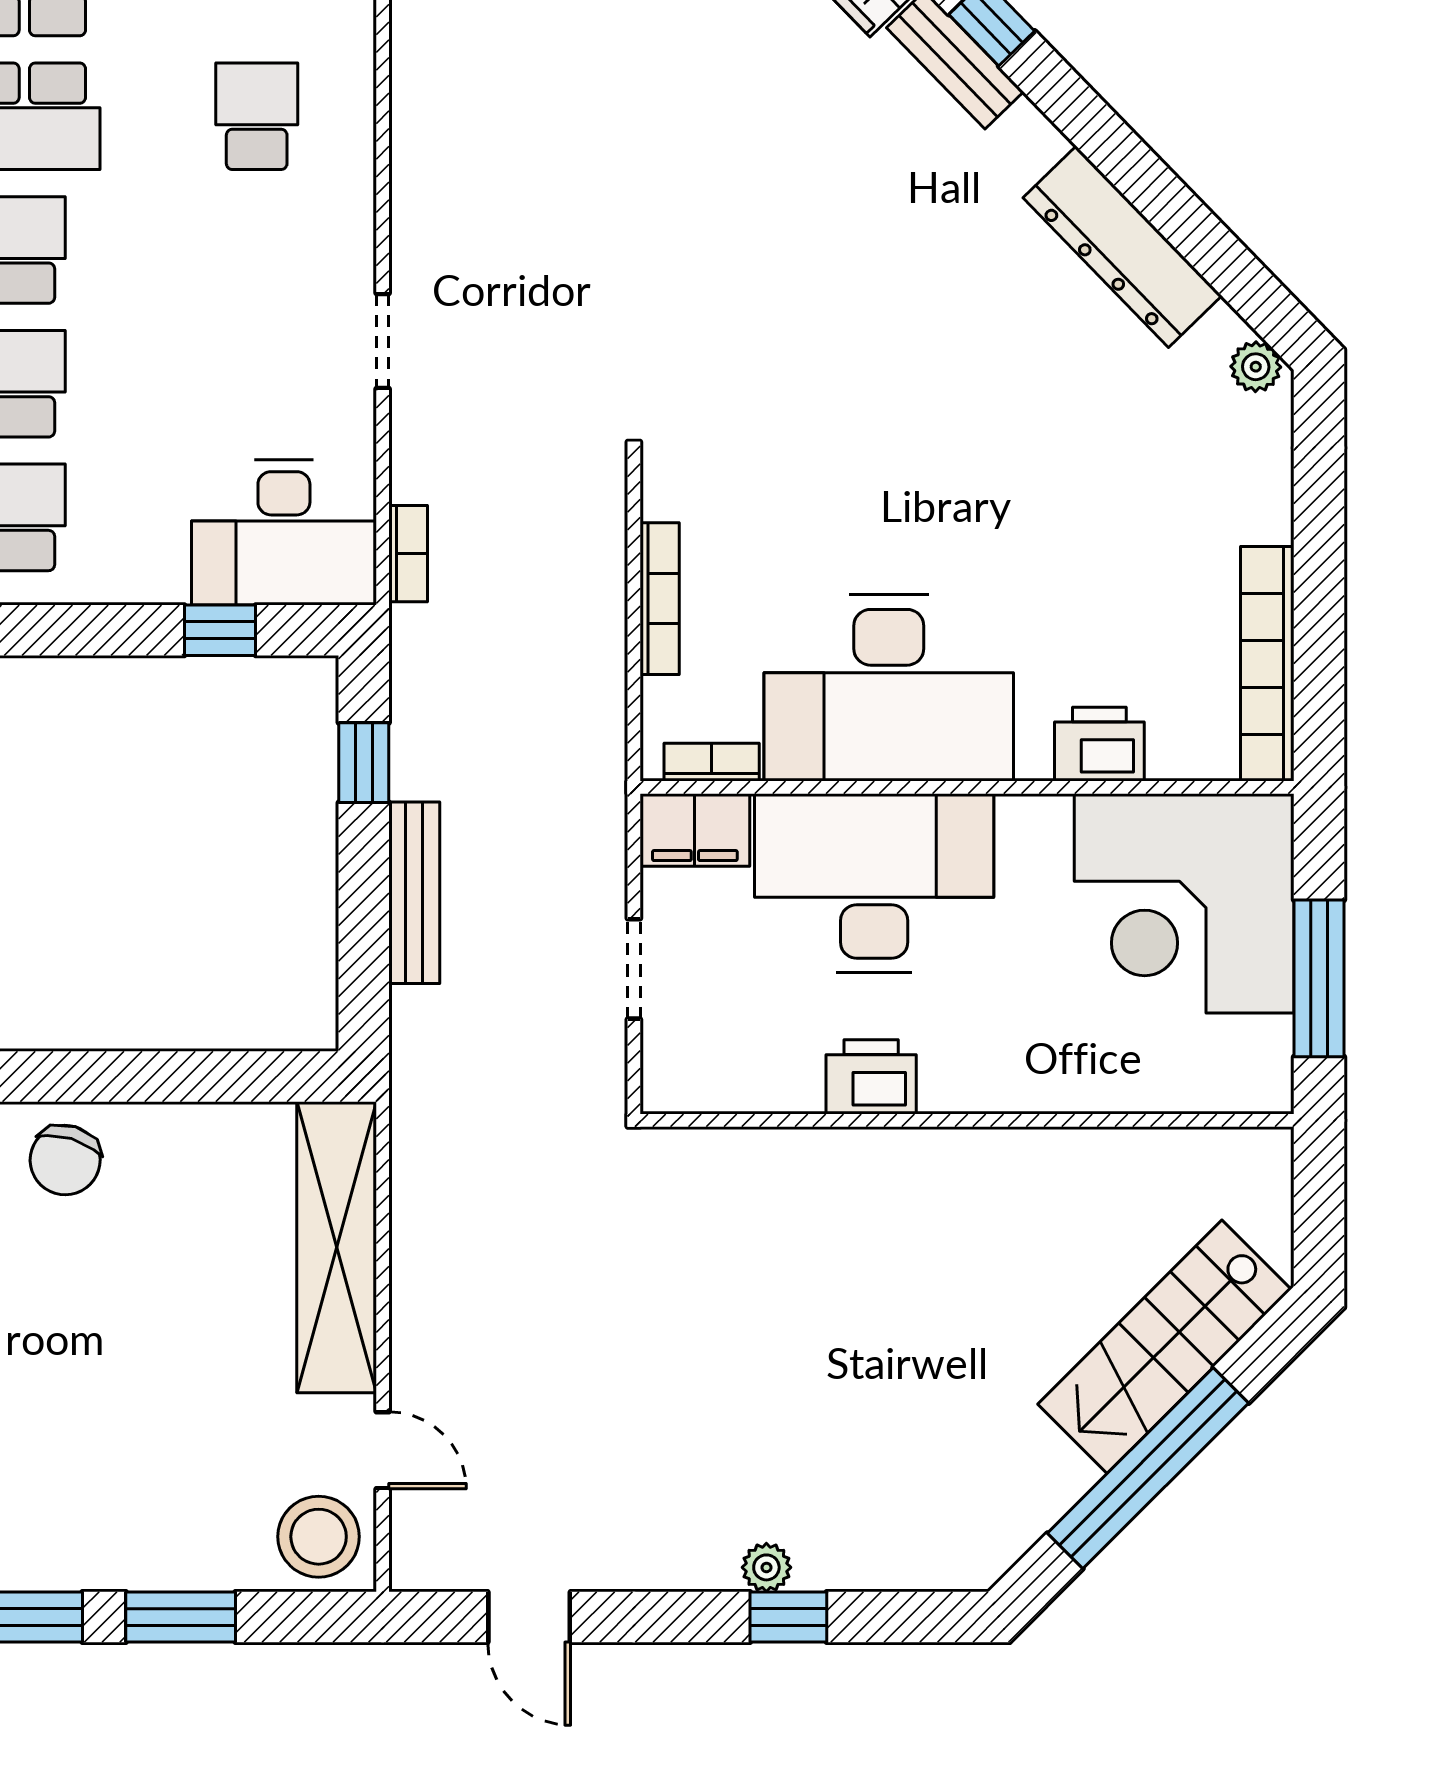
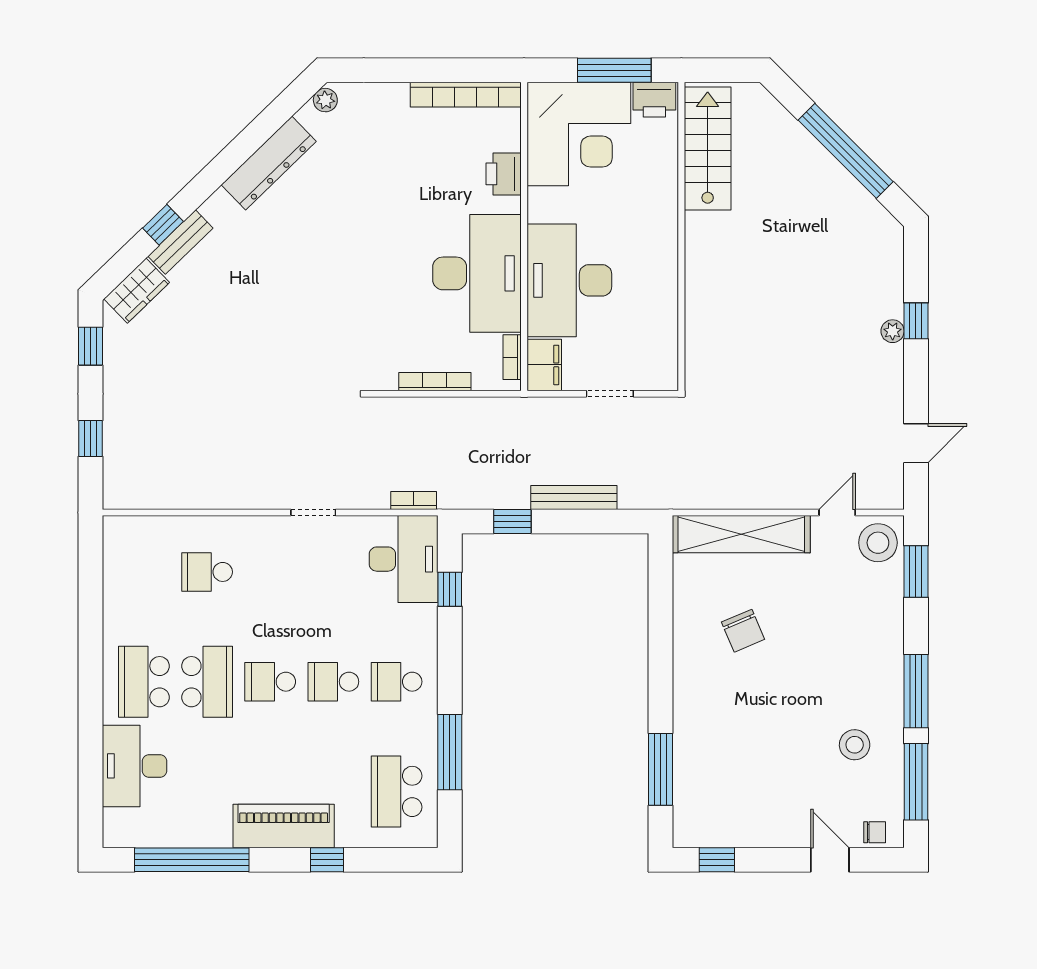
printer: (871, 1077) -> (654, 100), moved, turned -90
chair: (65, 1160) -> (743, 631), moved, turned 50
stairs: (1164, 1347) -> (708, 149), moved, turned -135
window: (181, 1617) -> (916, 572), moved

